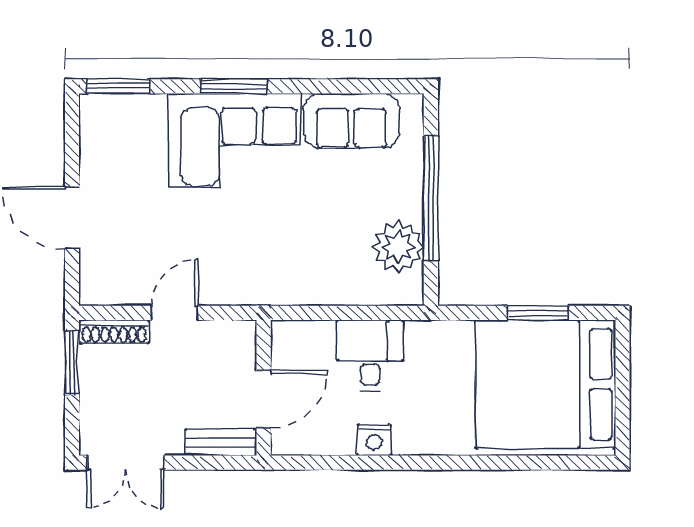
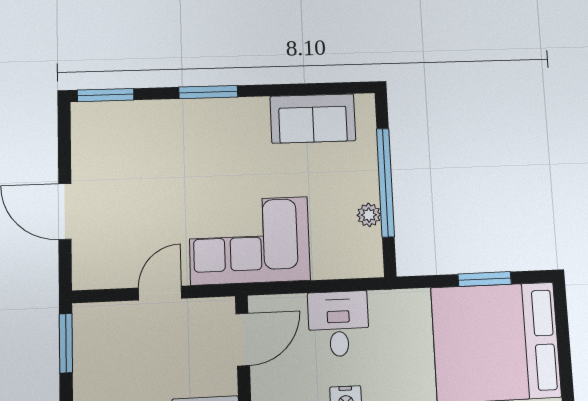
corner sofa: (235, 141) -> (249, 241), moved, turned 180
plant: (398, 247) -> (369, 215), width x0.53, depth x0.53
shoe rack: (114, 332) -> (105, 313), removed
door: (264, 399) -> (243, 340), moved

